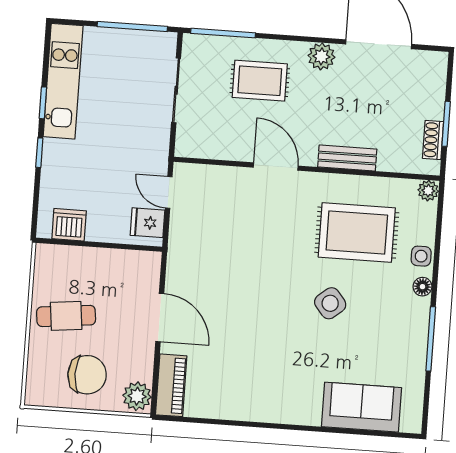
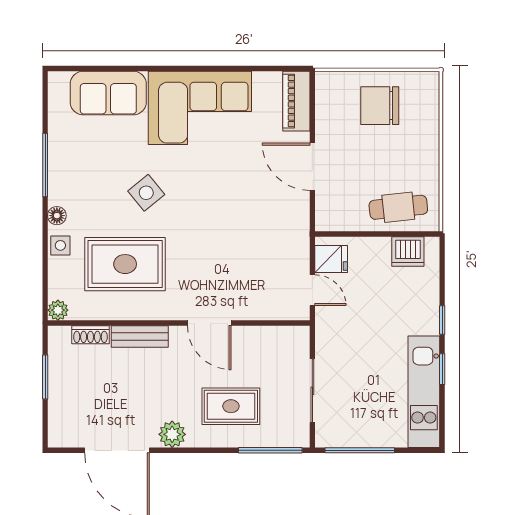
shoe rack: (433, 140) -> (90, 335), moved, turned 90
cafe table: (66, 316) -> (398, 207), moved
corner sofa: (270, 385) -> (200, 108), added
plant: (137, 396) -> (329, 88), removed

